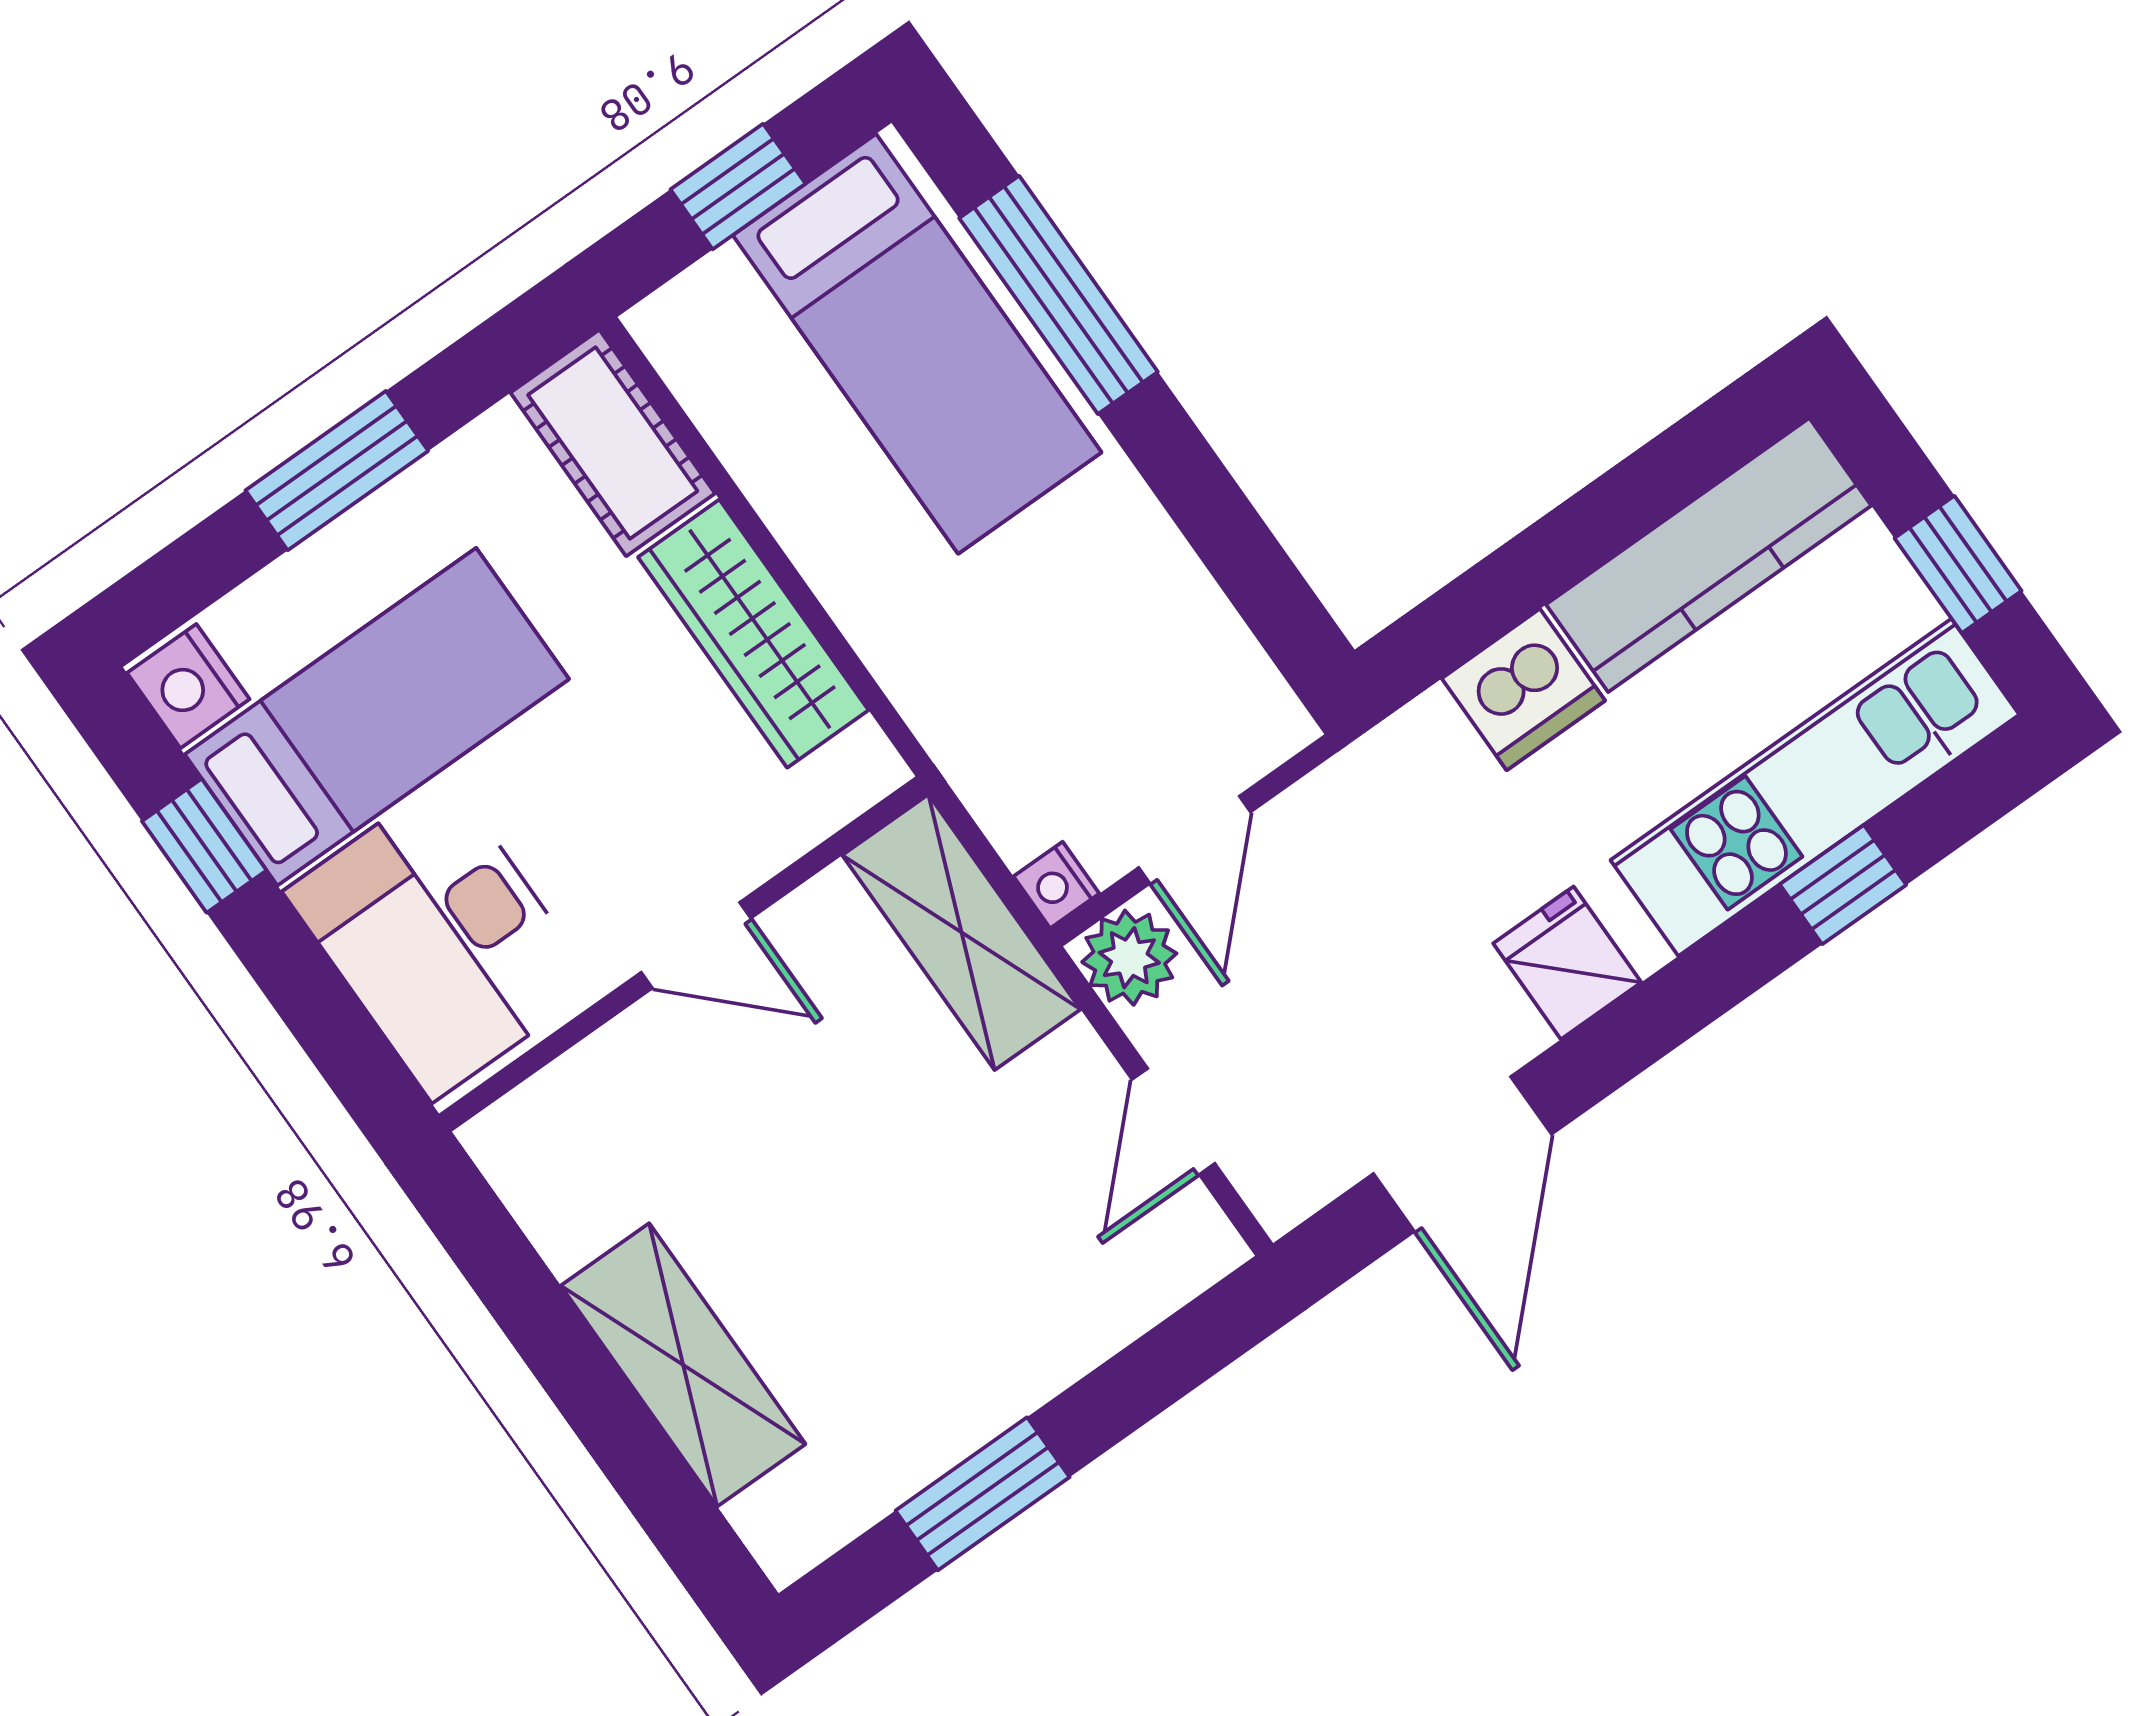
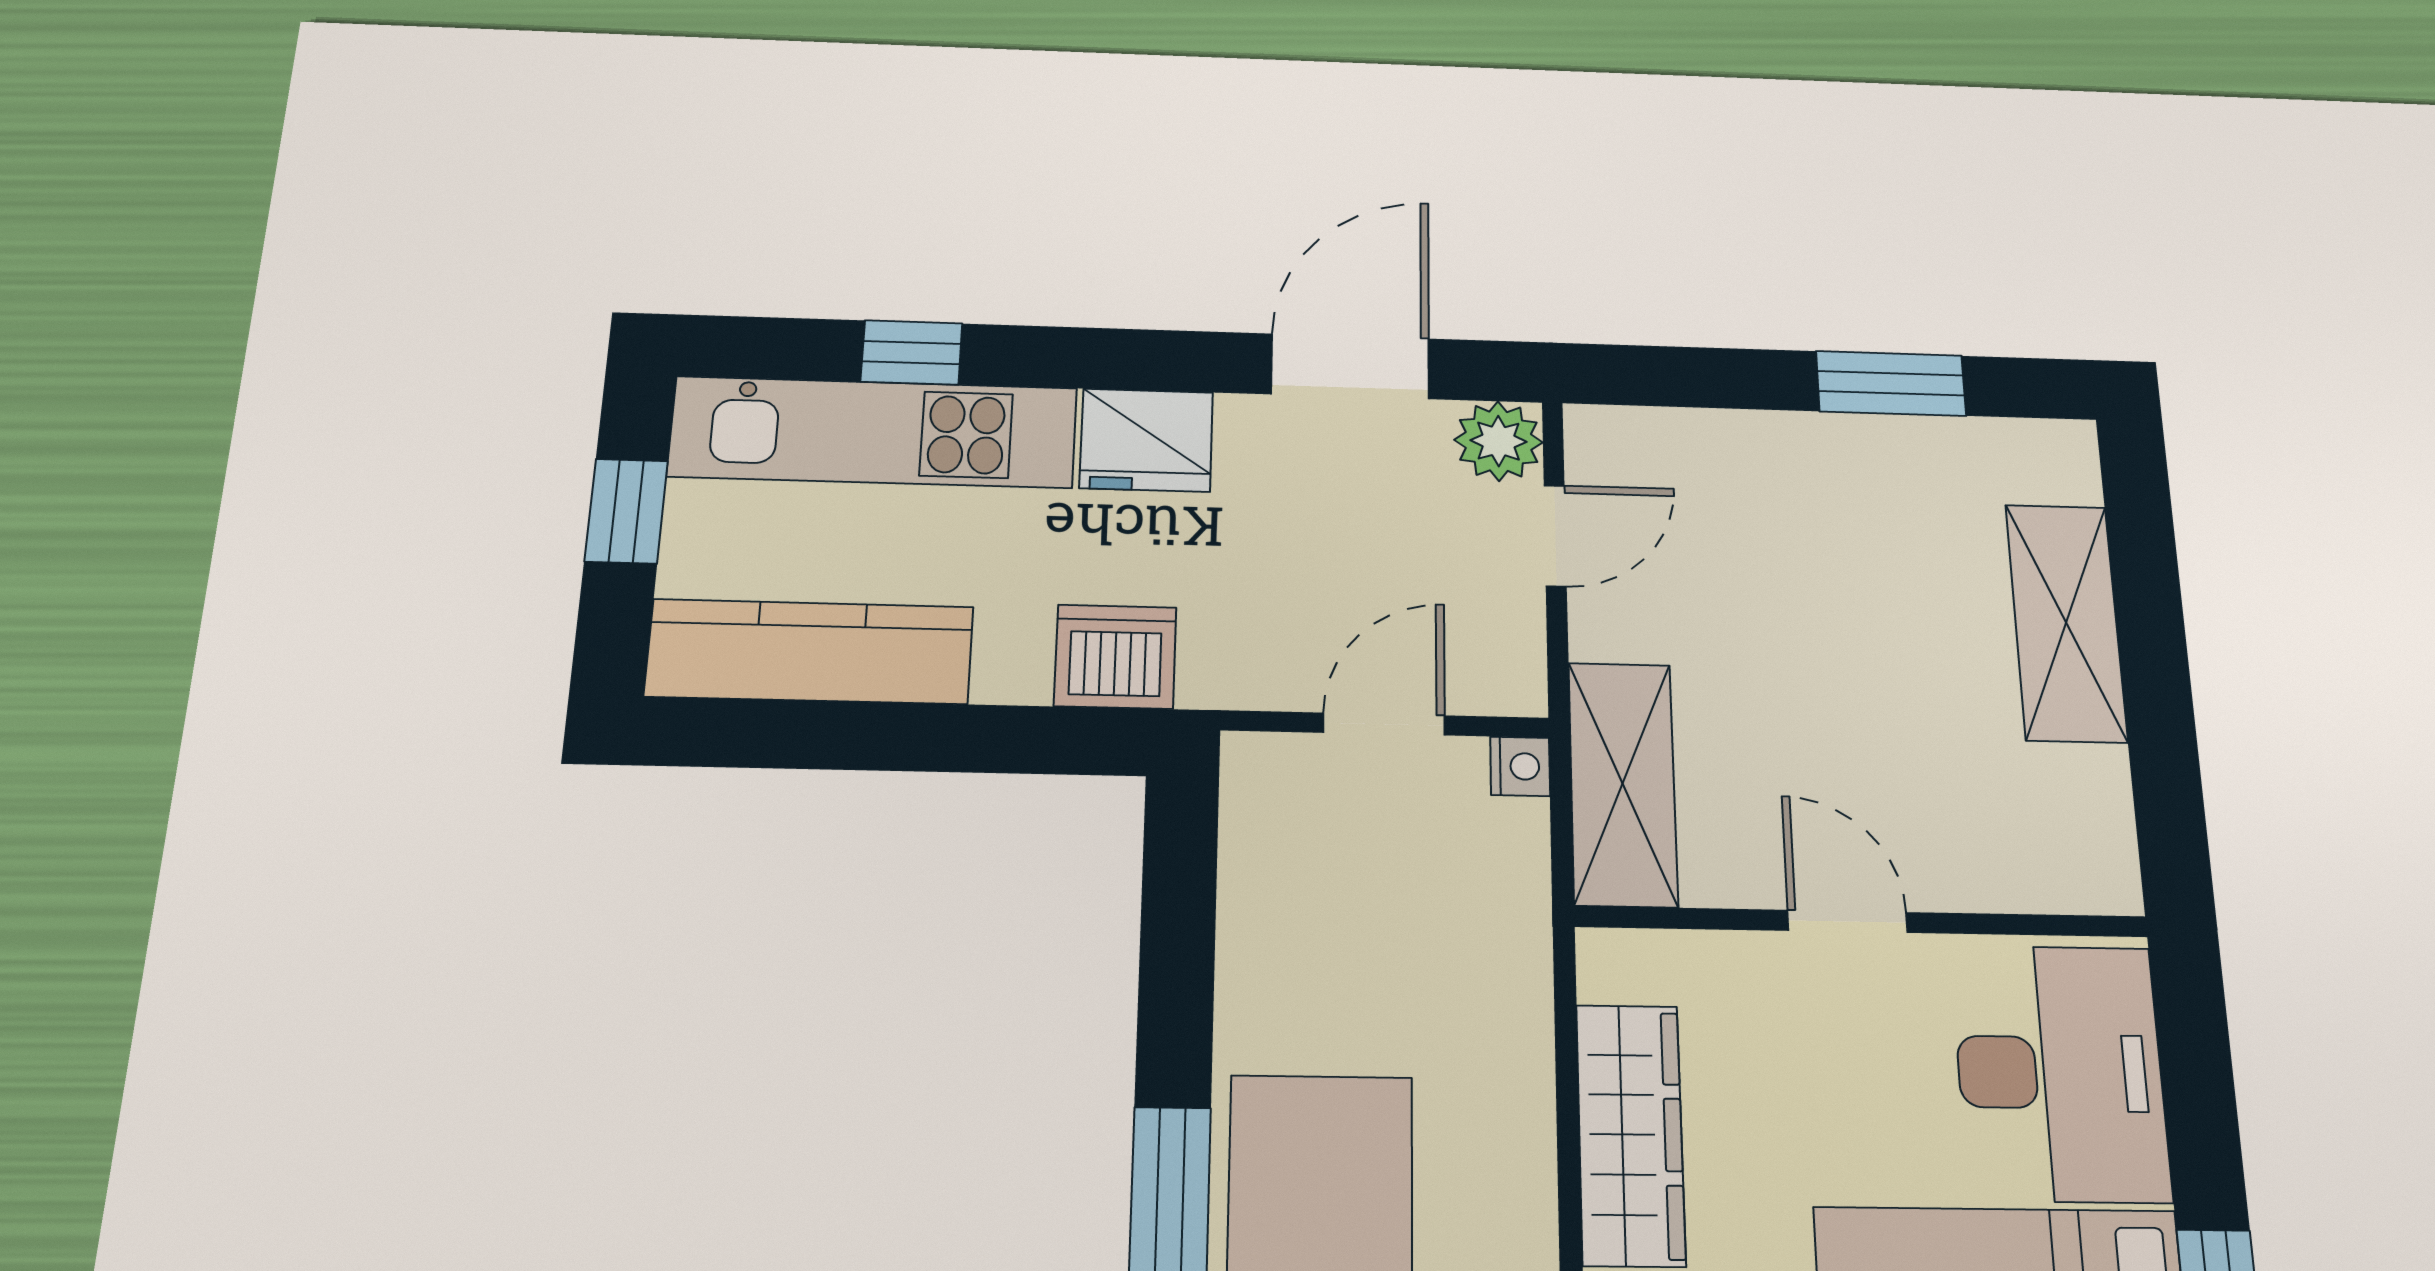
dishwasher: (1523, 690) -> (1115, 657), moved
plant: (1129, 958) -> (1498, 441), moved
fridge: (1567, 963) -> (1146, 440), width x1.38

